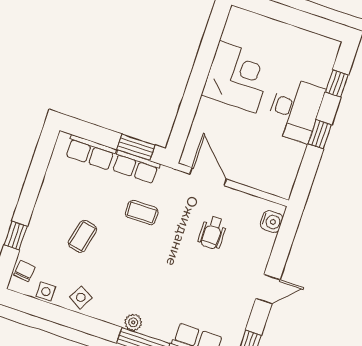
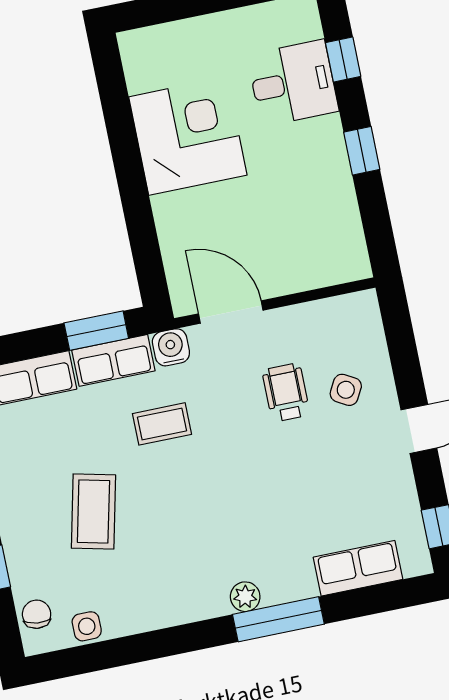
desk: (295, 110) -> (293, 83), moved, width x0.73
water cooler: (272, 221) -> (171, 347), moved, turned -90
wheelchair: (212, 233) -> (286, 393), turned 180
coffee table: (82, 236) -> (93, 511), width x1.36, depth x1.30
side table: (81, 297) -> (346, 390), moved

